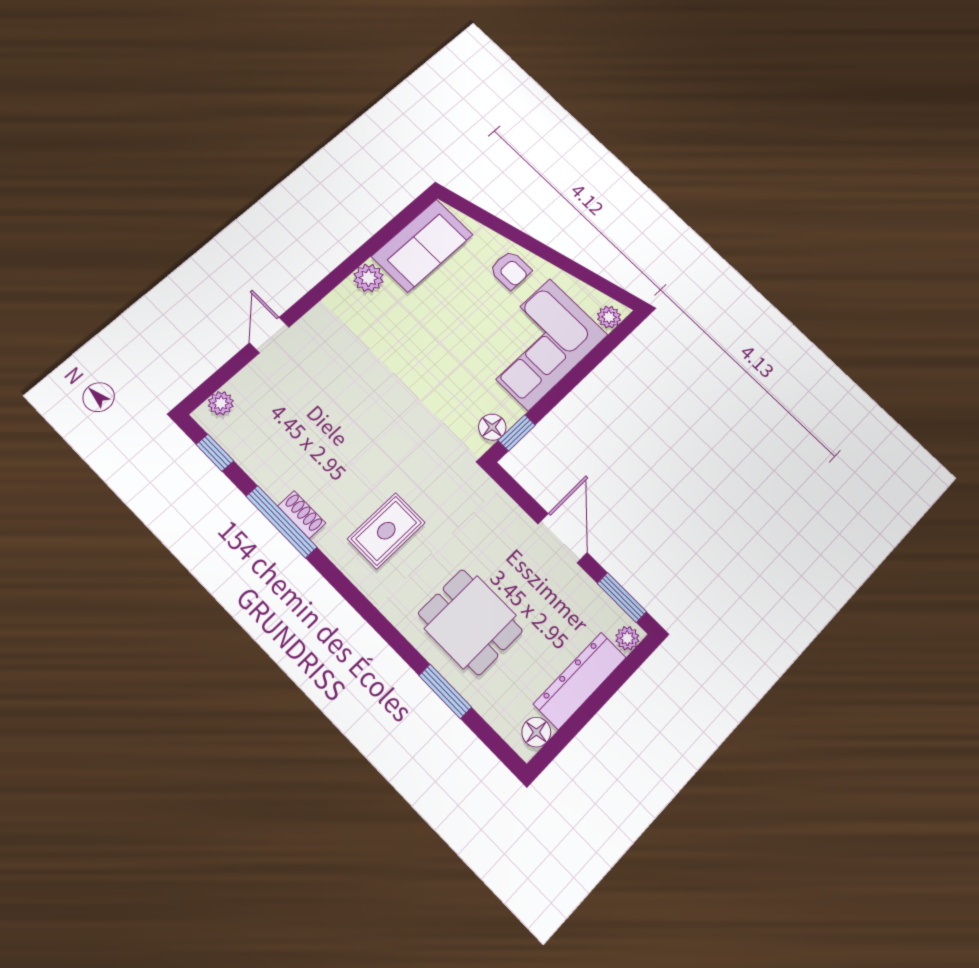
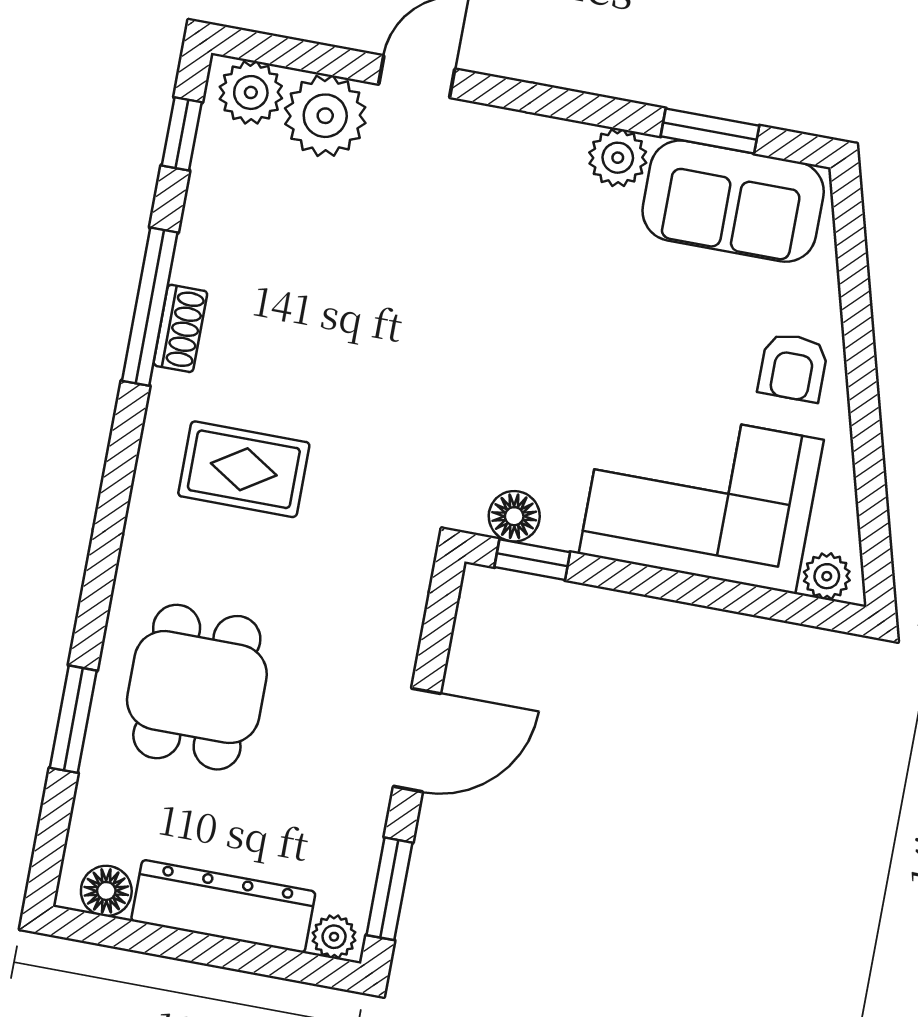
window: (386, 234) -> (710, 131), added
plant: (256, 385) -> (325, 116), added
plant: (221, 403) -> (251, 92), width x1.38, depth x1.38

